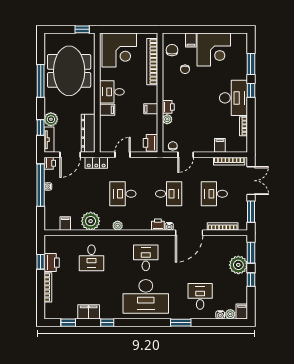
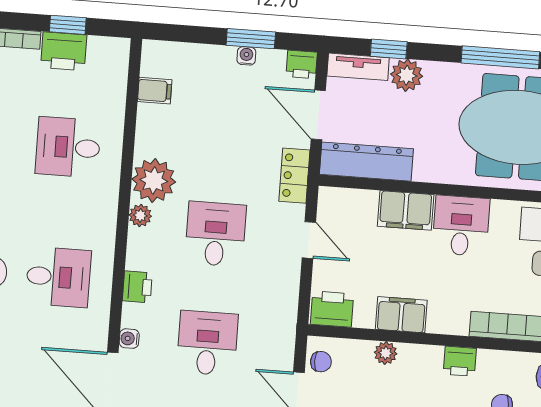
printer: (168, 107) -> (460, 361), moved
filing cabinet: (151, 109) -> (401, 315), width x2.00
filing cabinet: (107, 110) -> (406, 210), width x2.00
window: (41, 185) -> (251, 39), width x0.47
desk: (169, 194) -> (207, 343), turned 180
plant: (91, 221) -> (154, 180), moved
printer: (158, 225) -> (137, 287), moved

